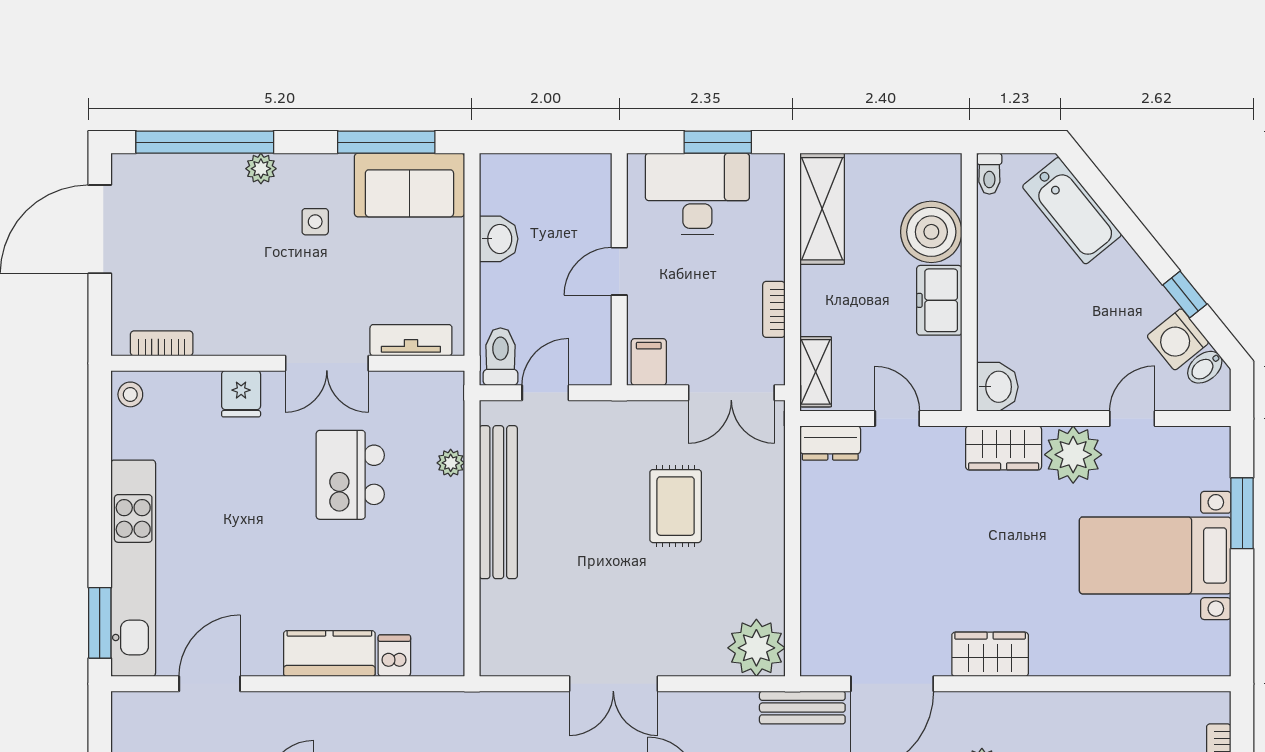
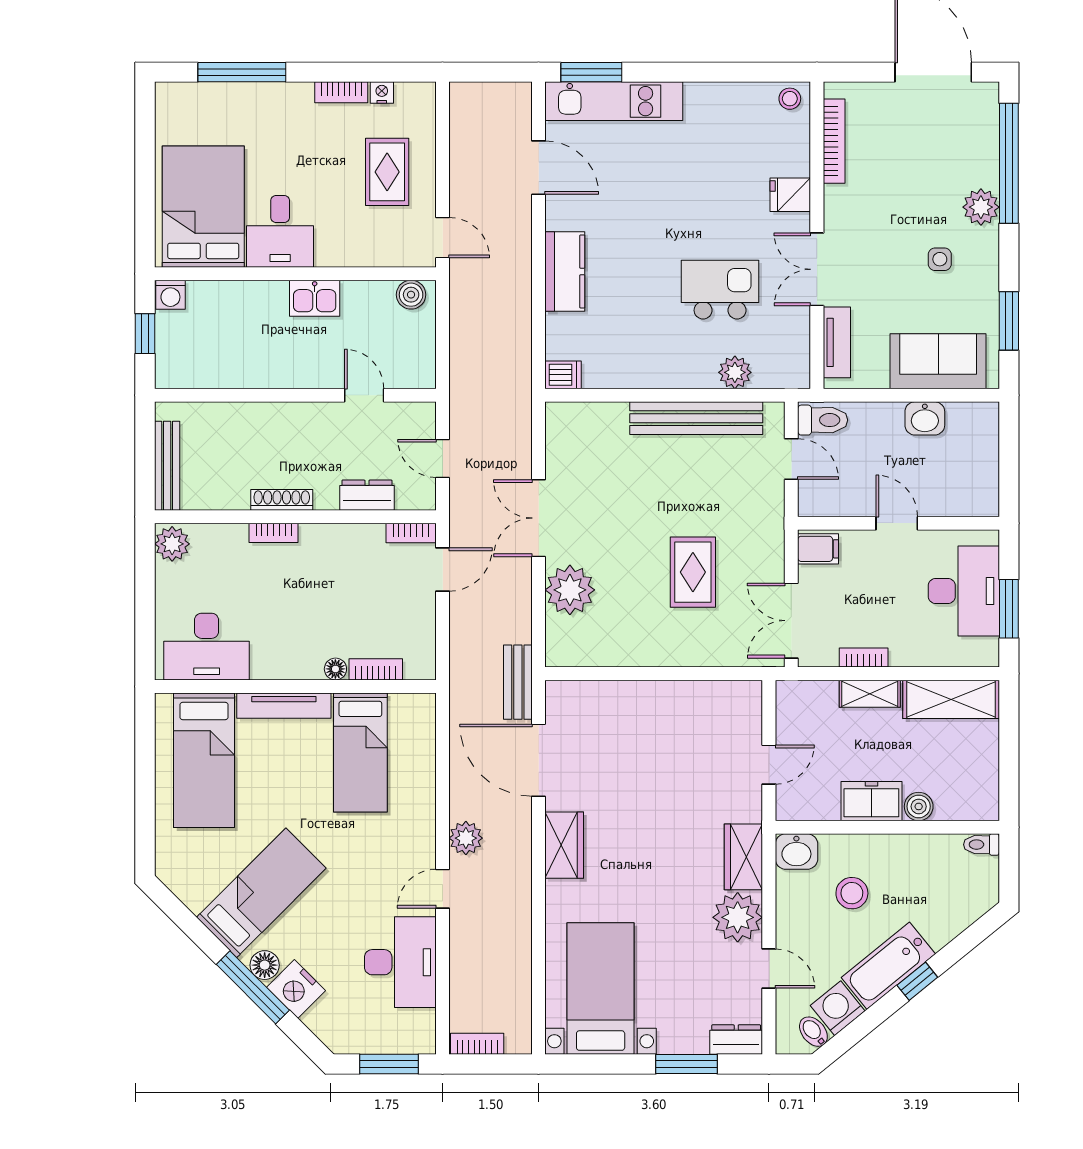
window: (386, 142) -> (1009, 321), width x0.69
plant: (261, 169) -> (981, 207), width x1.38, depth x1.38
sofa: (409, 185) -> (938, 361), moved, turned 90
bathtub: (1072, 211) -> (888, 966), moved
boiler: (931, 232) -> (919, 806), width x0.54, depth x0.54
window: (1185, 294) -> (917, 981), moved
stool: (1045, 323) -> (852, 893), added
bookcase: (162, 343) -> (834, 141), width x1.56
shelving: (816, 372) -> (870, 694), moved
dresser: (830, 443) -> (736, 1040), moved, turned 90
plant: (451, 463) -> (735, 372), width x1.38, depth x1.38
rug: (676, 506) -> (693, 572), turned 90
bed with nightstands: (1155, 555) -> (601, 989), moved
kitchen unit: (133, 568) -> (614, 101), width x0.73
plant: (756, 648) -> (570, 590), moved
dishwasher: (394, 656) -> (563, 375), moved

